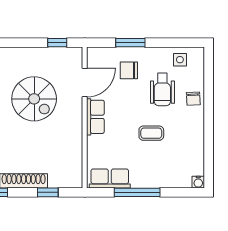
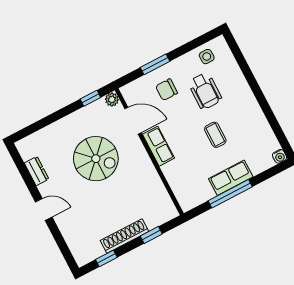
plant: (76, 54) -> (112, 99), added
door: (85, 83) -> (133, 121), hinge flipped
chair: (193, 99) -> (237, 85), removed
coffee table: (151, 133) -> (215, 135), turned 90
row of seats: (110, 178) -> (231, 178), moved

